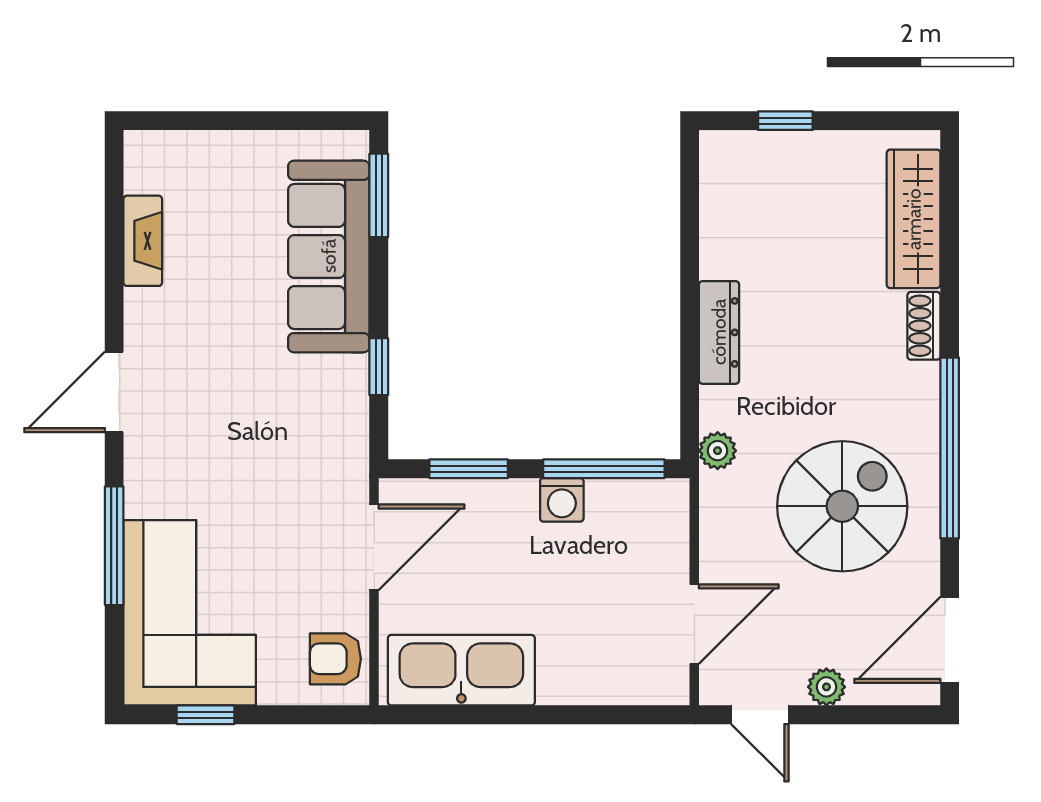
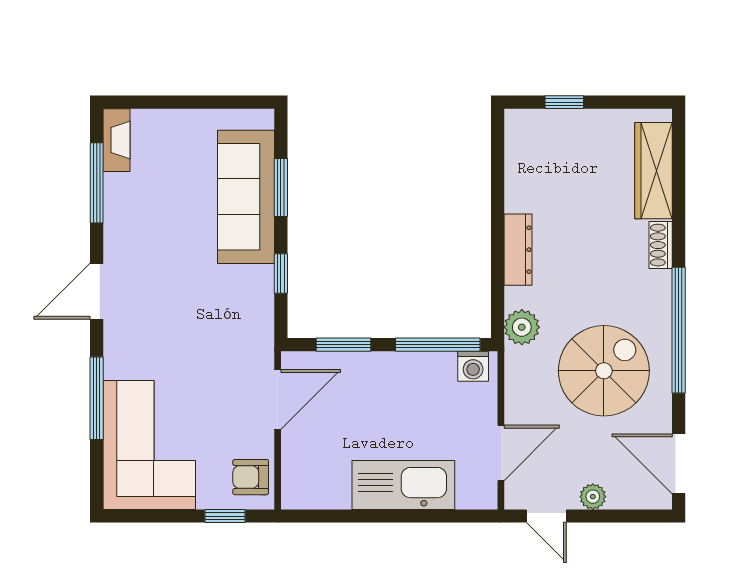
window: (379, 195) -> (281, 188), moved
window: (114, 237) -> (97, 183), added
fireplace: (143, 241) -> (117, 140), moved
plant: (718, 451) -> (522, 327), width x1.38, depth x1.38
washing machine: (562, 500) -> (473, 366), moved
door: (950, 640) -> (679, 464), hinge flipped
kitchen sink: (461, 670) -> (403, 485), moved
window: (206, 715) -> (225, 516), moved

